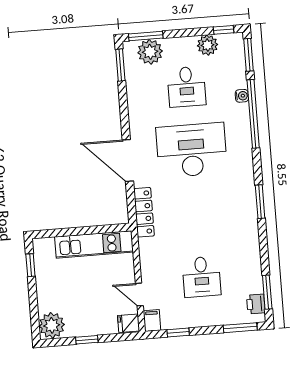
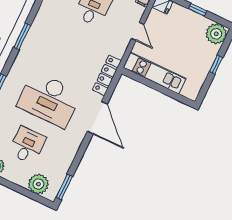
window: (146, 36) -> (35, 197), removed
window: (30, 265) -> (216, 65), moved
door: (139, 295) -> (138, 31), moved

